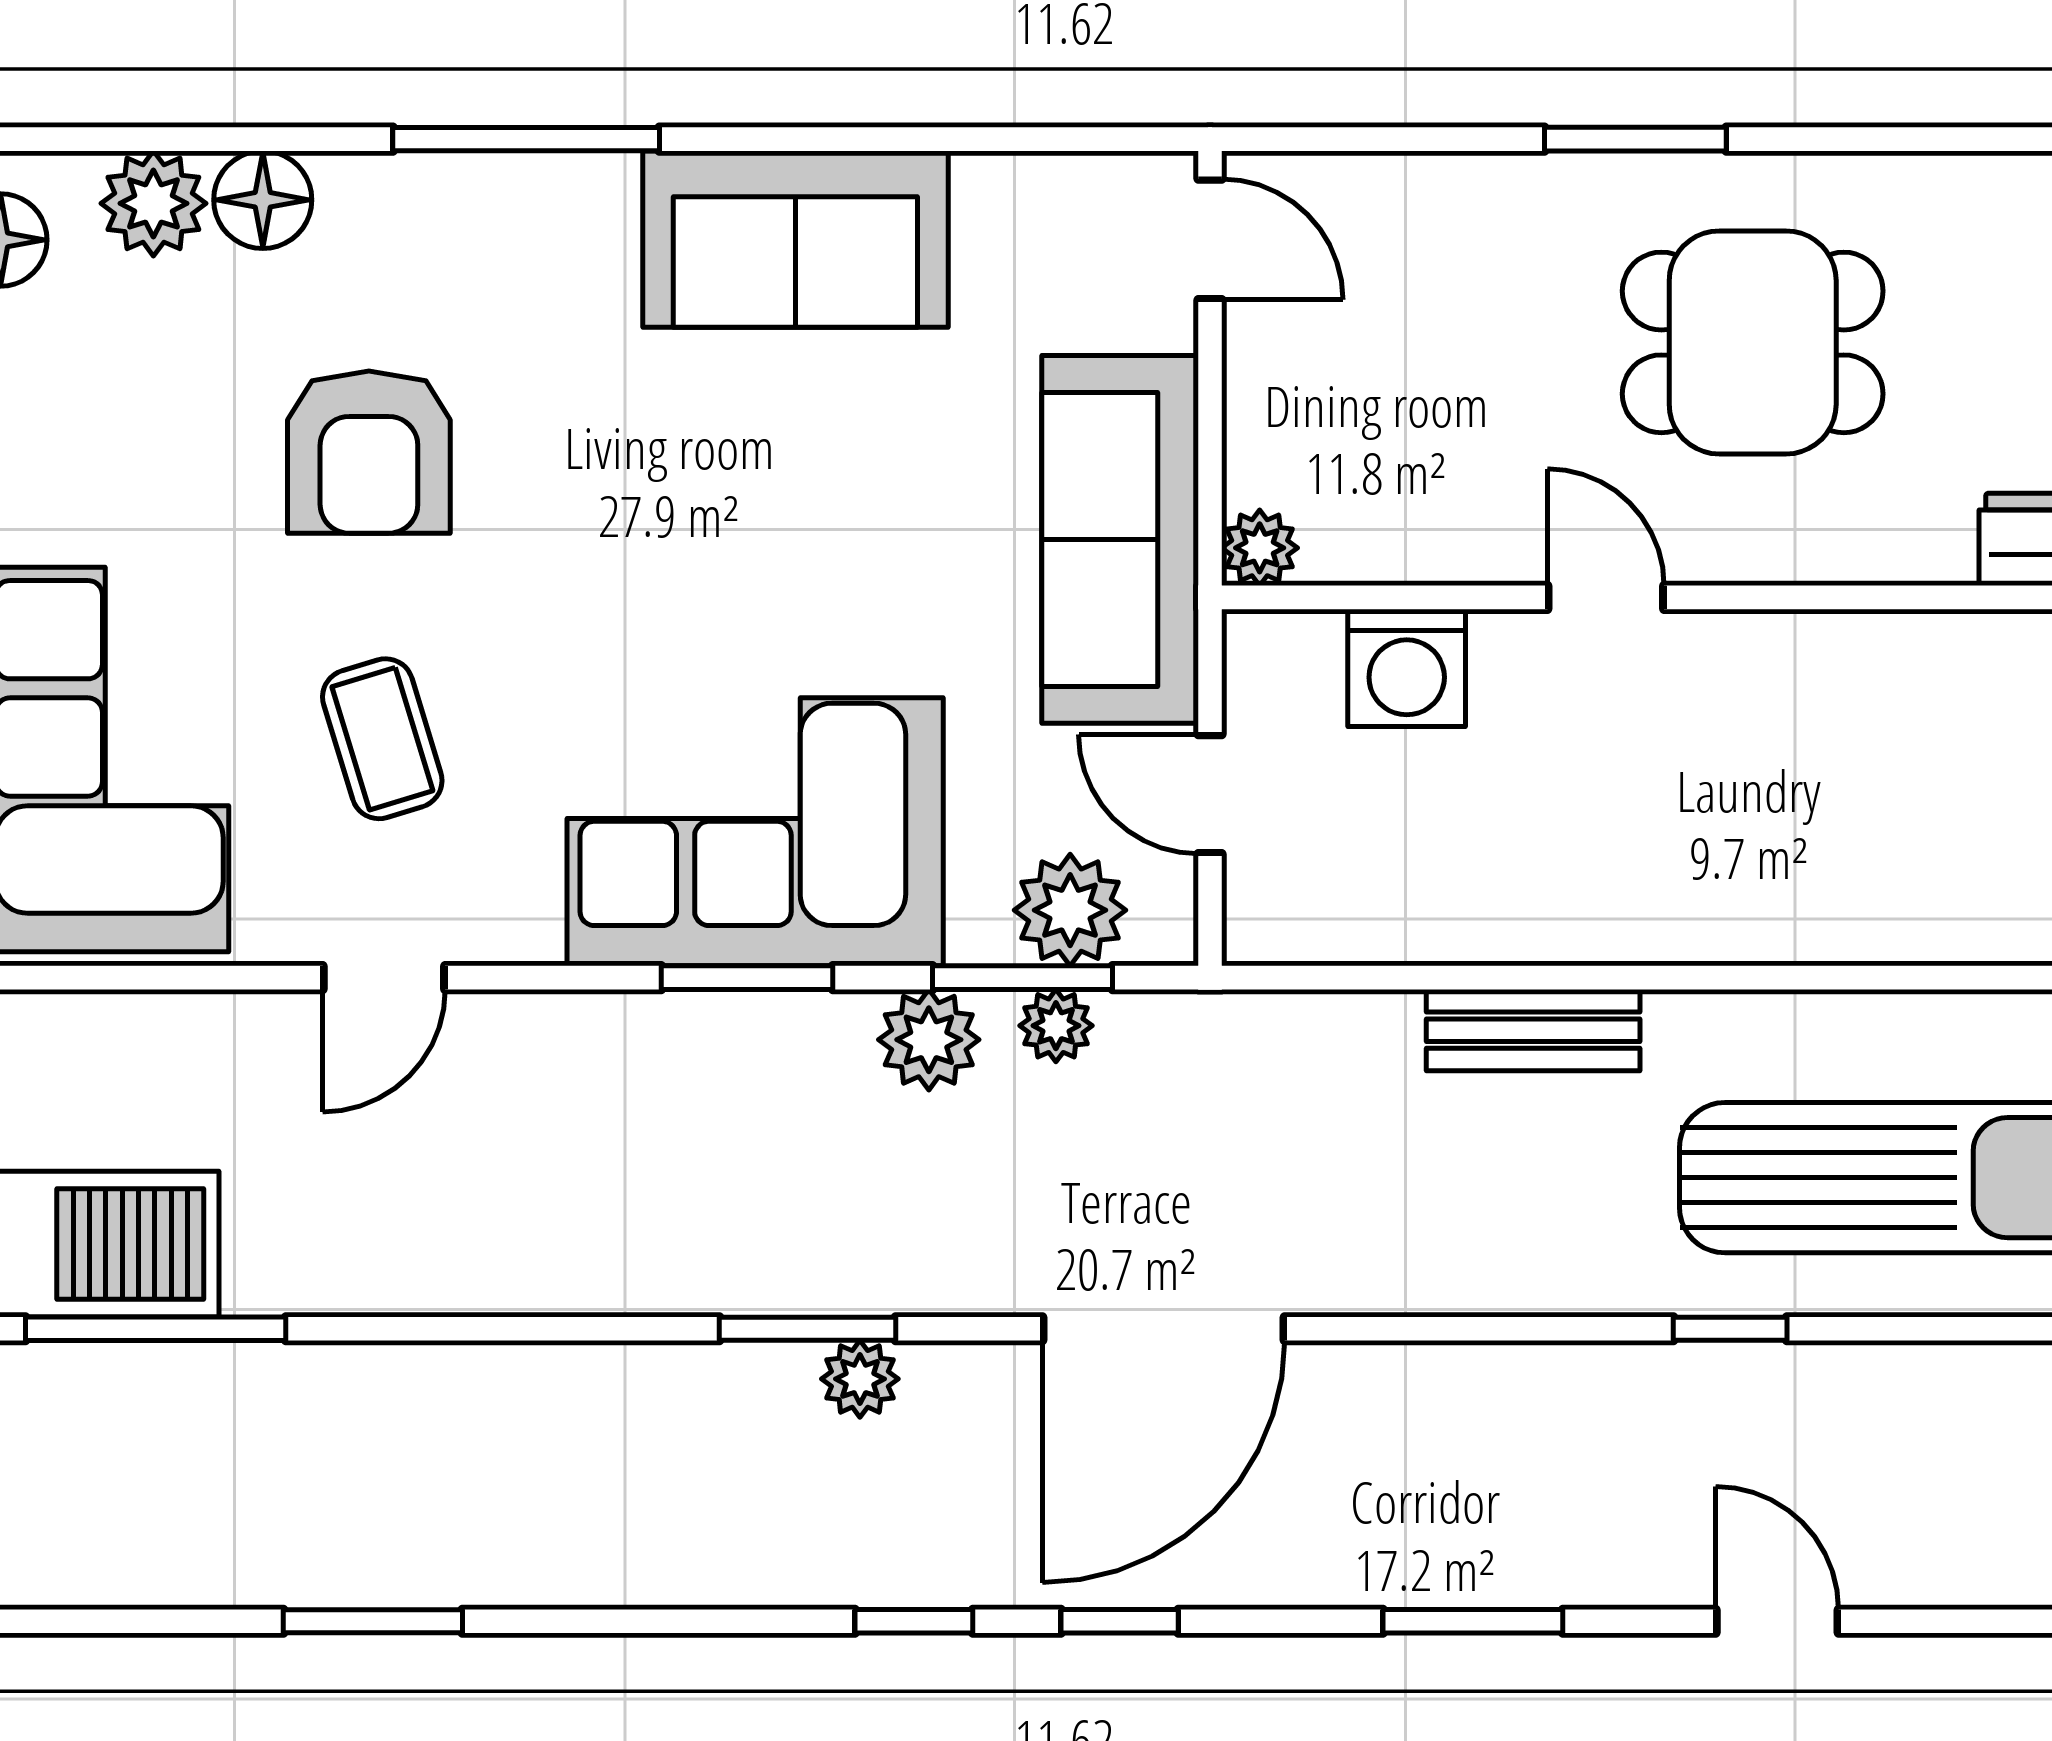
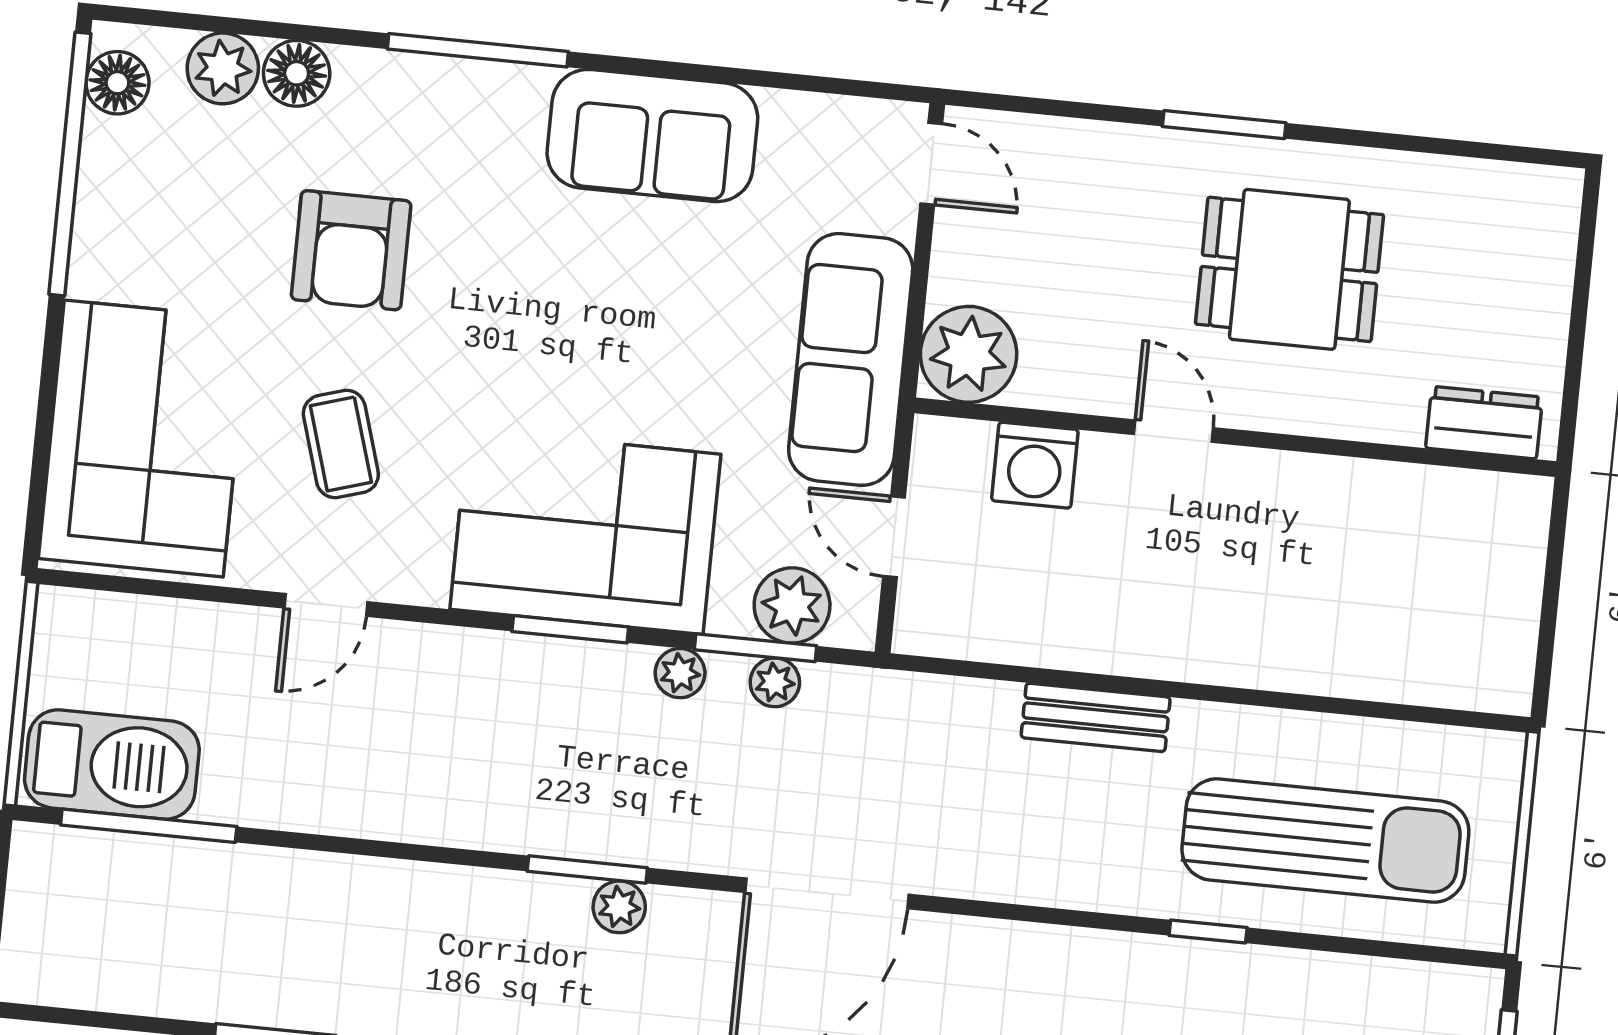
plant: (1260, 548) -> (969, 354), width x1.88, depth x1.88
plant: (929, 1040) -> (680, 673), width x0.73, depth x0.73

